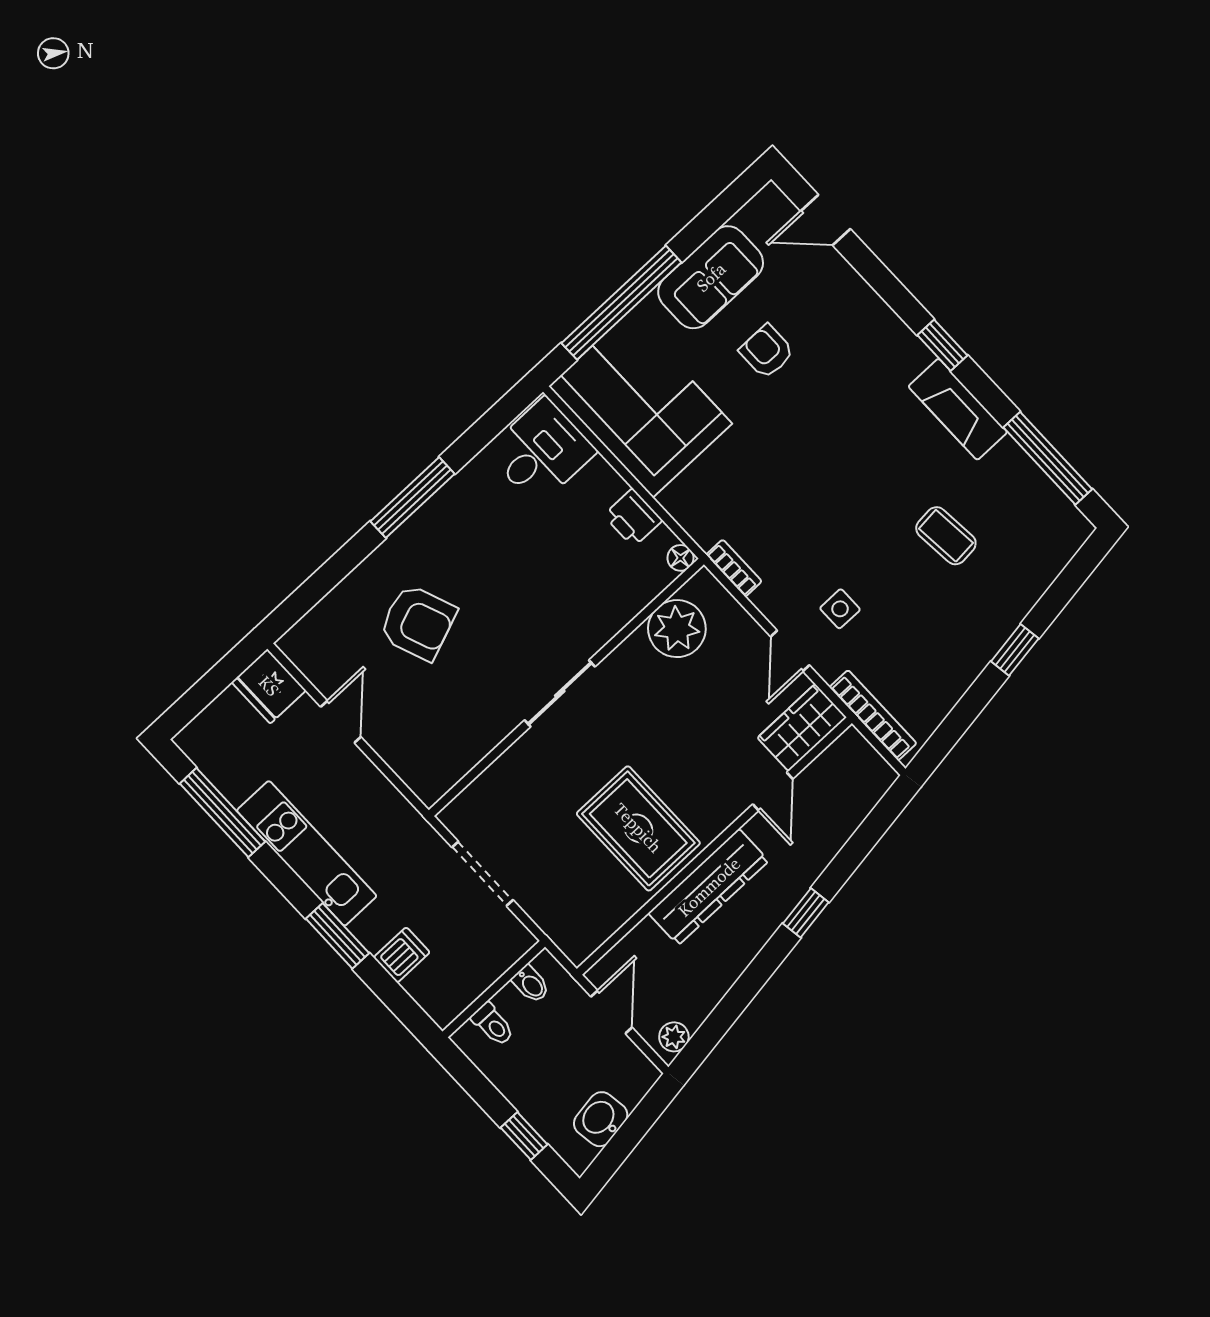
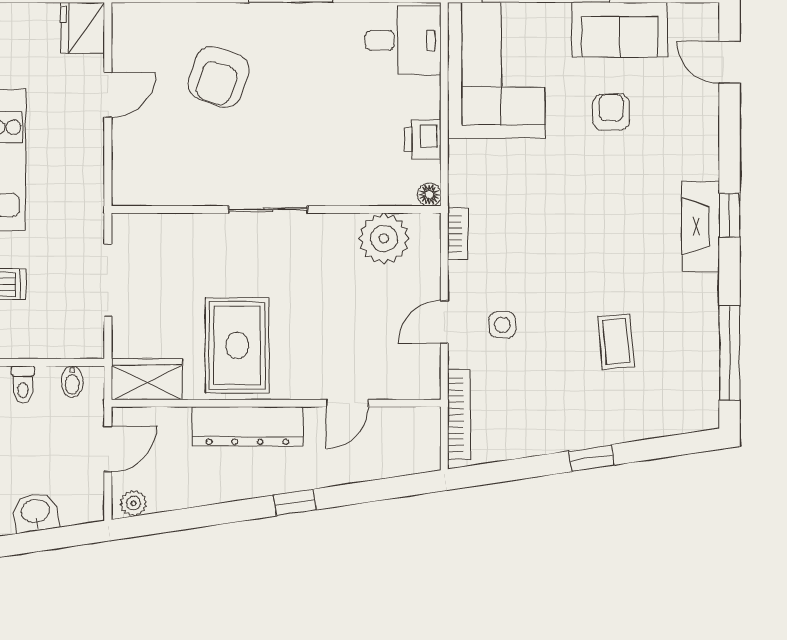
fireplace: (958, 409) -> (701, 226), moved
armchair: (418, 622) -> (219, 77), turned 40
wardrobe: (802, 728) -> (147, 379), moved

